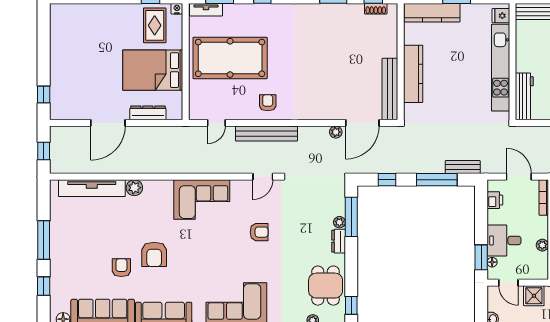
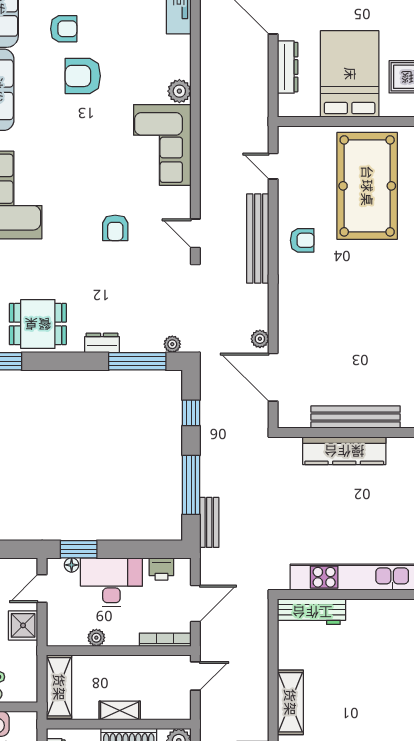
bench: (390, 89) -> (356, 417), moved
plant: (134, 188) -> (179, 91), moved
plant: (339, 222) -> (172, 344), moved
desk: (504, 240) -> (111, 582), width x1.37

